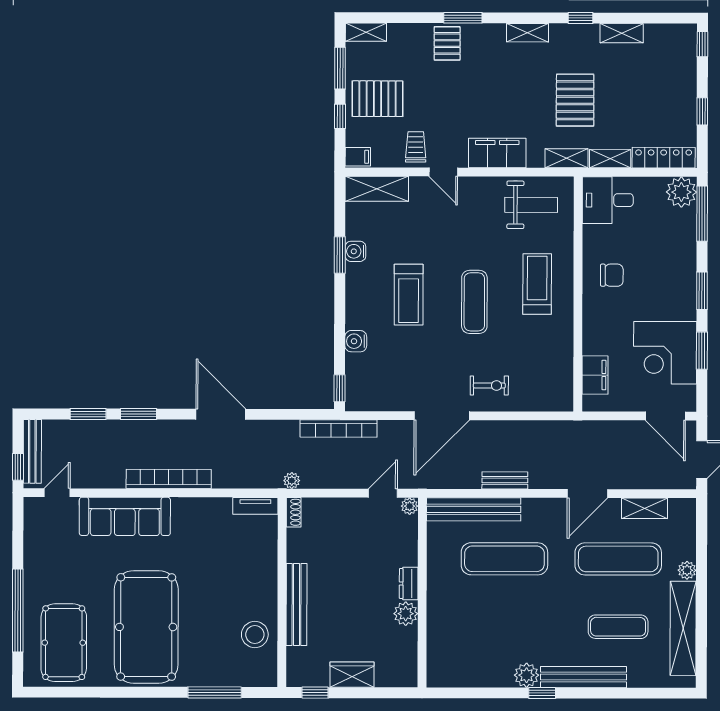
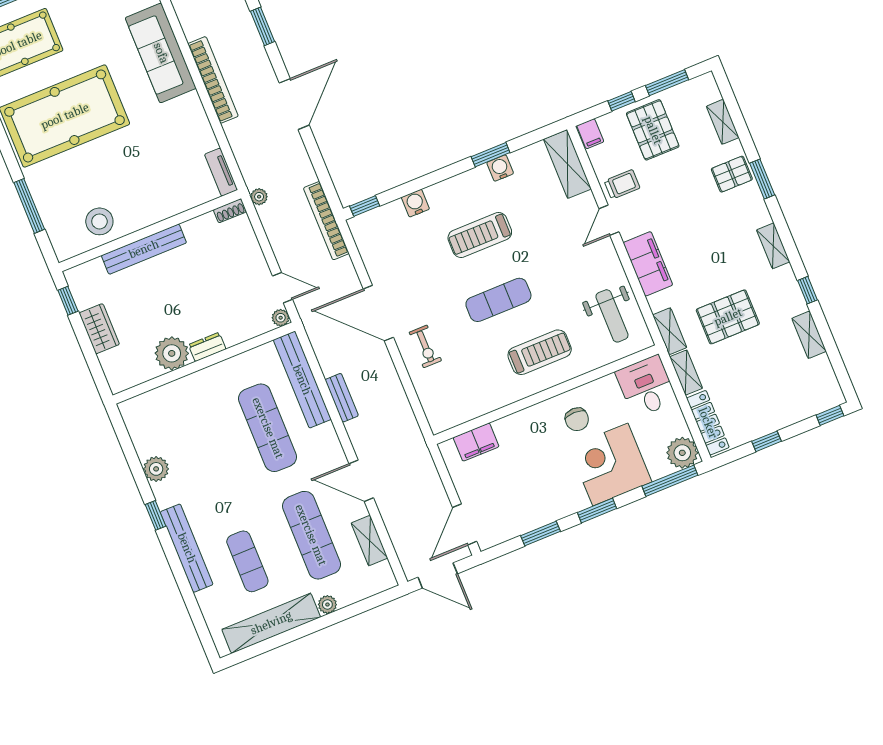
shelving: (366, 32) -> (723, 122), moved
corner desk: (665, 353) -> (610, 465), moved
plant: (406, 614) -> (172, 353), width x1.36, depth x1.36
plant: (527, 675) -> (156, 469), moved

